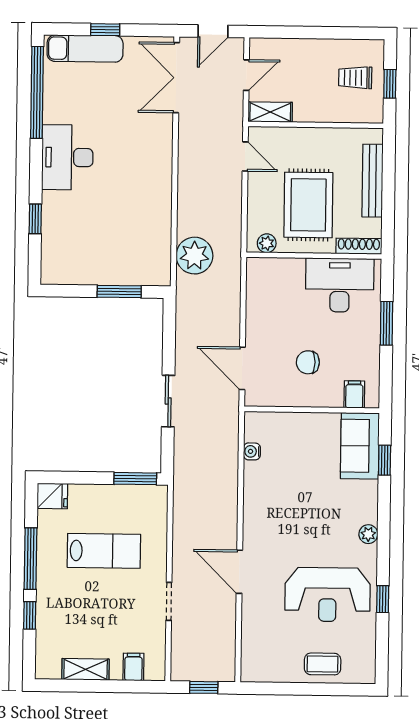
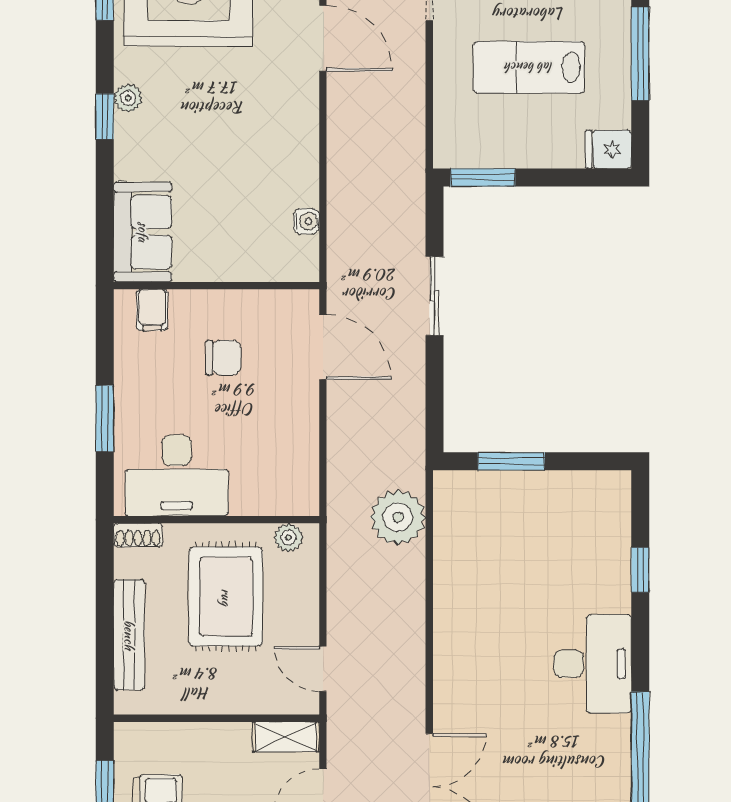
shoe rack: (359, 246) -> (138, 535), width x0.70
window: (385, 460) -> (105, 117), moved

